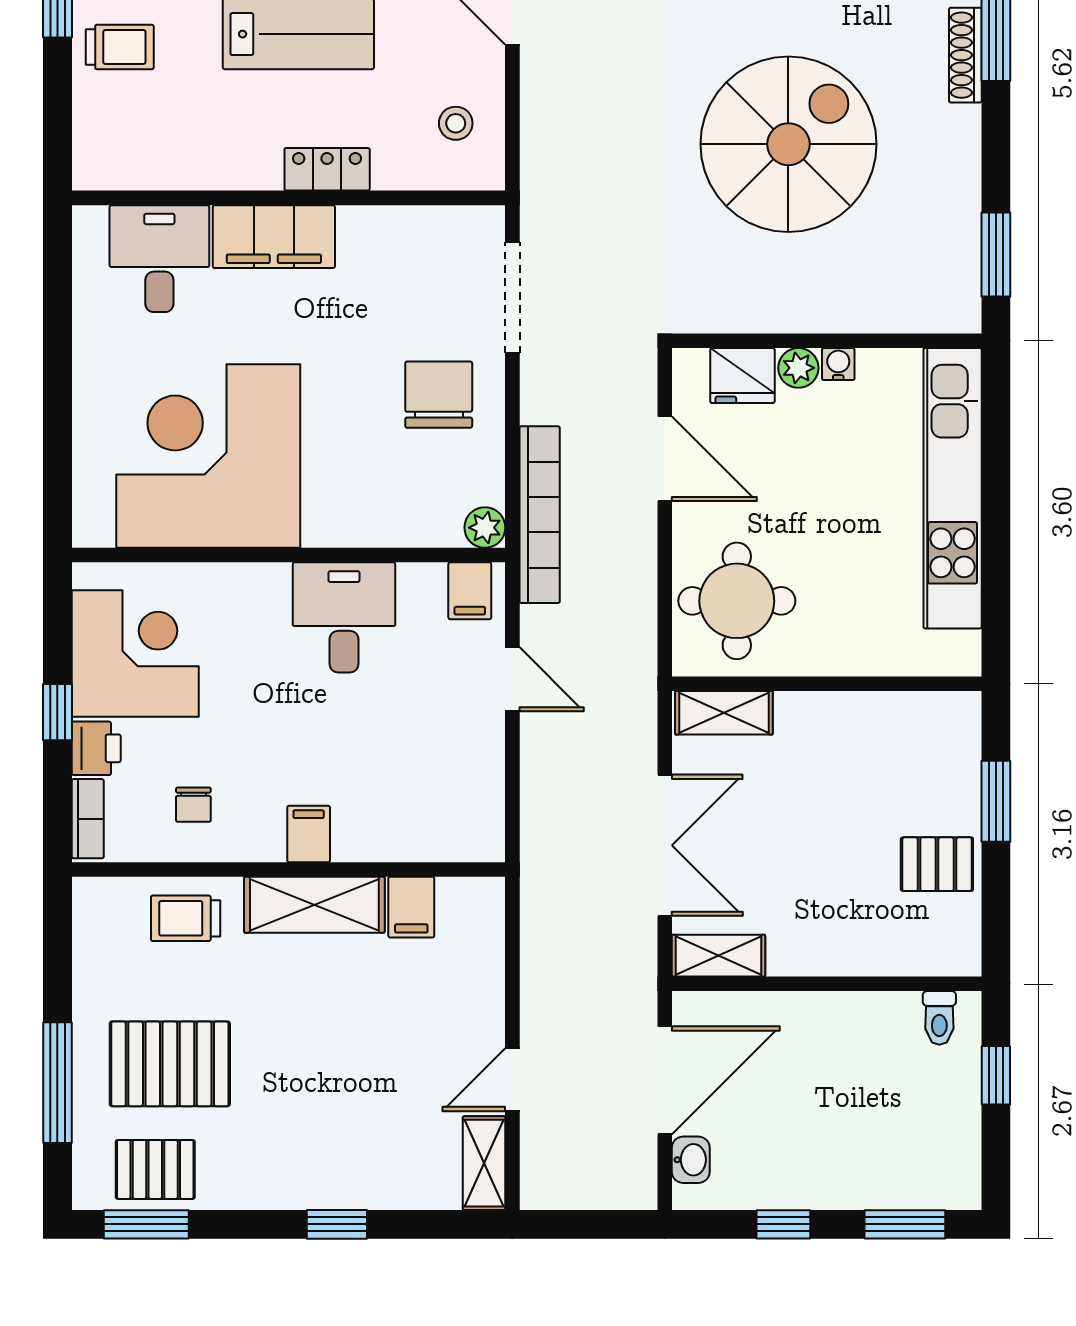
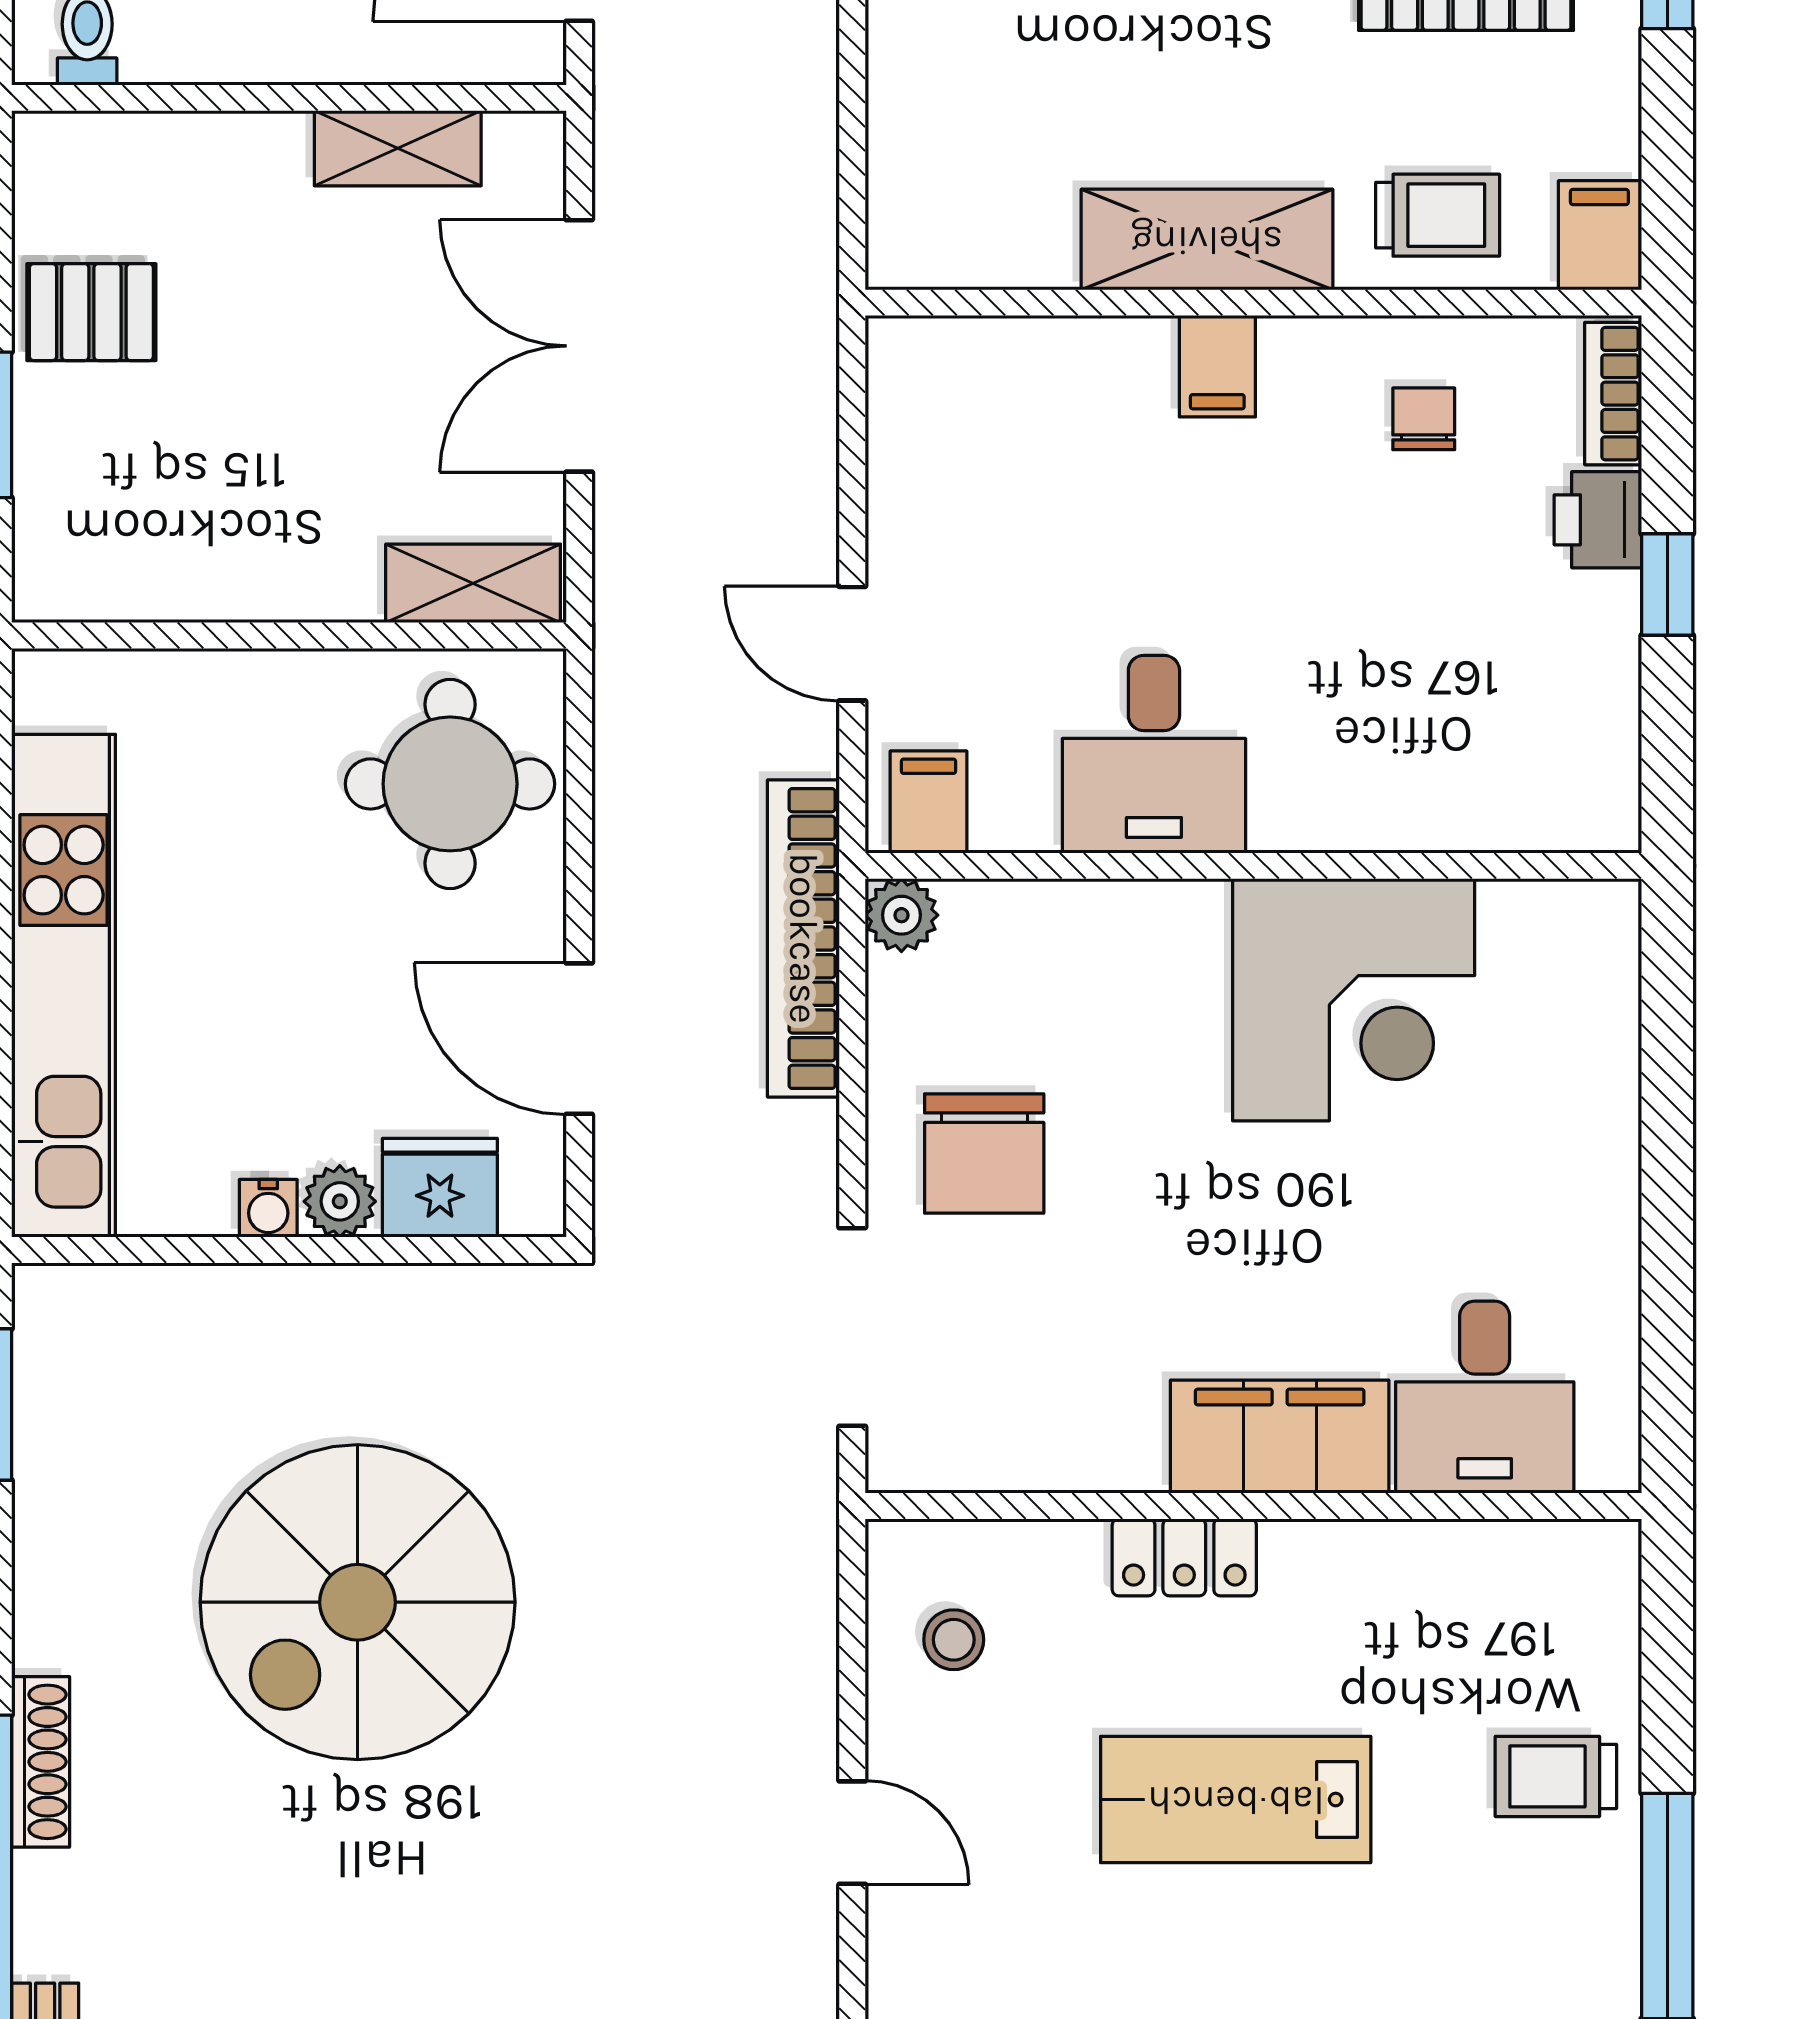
corner desk: (208, 456) -> (1354, 1000), width x0.74, depth x0.74
corner desk: (135, 653) -> (1528, 690), removed
filing cabinet: (411, 907) -> (1599, 235), moved
shelving: (719, 956) -> (398, 148), moved

